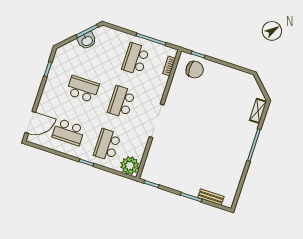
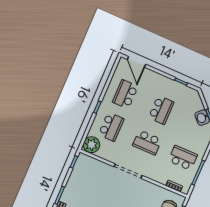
school desk: (121, 102) -> (147, 142), turned 180
school desk: (107, 145) -> (111, 127), turned 90

